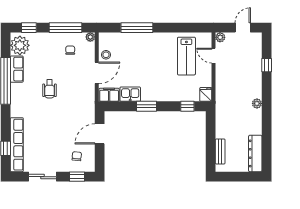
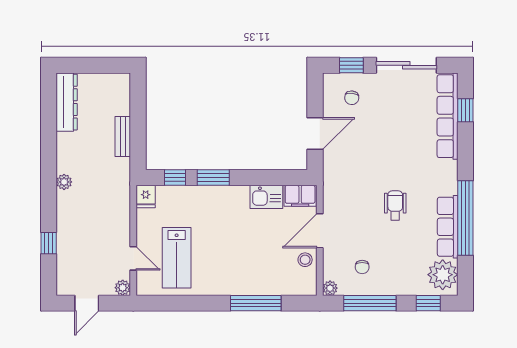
lab bench: (186, 56) -> (177, 258), turned 180
row of seats: (17, 69) -> (448, 227), width x1.48
window: (147, 106) -> (213, 178), moved
bench: (220, 151) -> (123, 136), moved
sliding door: (43, 177) -> (406, 65), width x1.37

